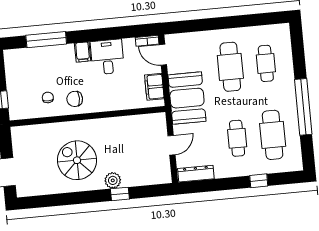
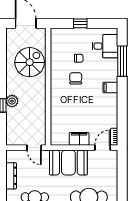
desk: (107, 57) -> (105, 46), moved
wall: (87, 116) -> (48, 87), moved
spiral stairs: (77, 160) -> (30, 62), moved
dresser: (196, 174) -> (11, 176), moved

